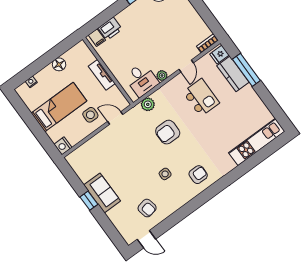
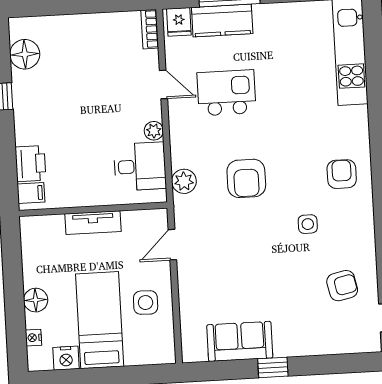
floor lamp: (59, 64) -> (36, 300), moved
side table: (90, 115) -> (146, 303), moved
nightstand: (63, 146) -> (66, 358), moved
sofa: (102, 193) -> (240, 341), moved

